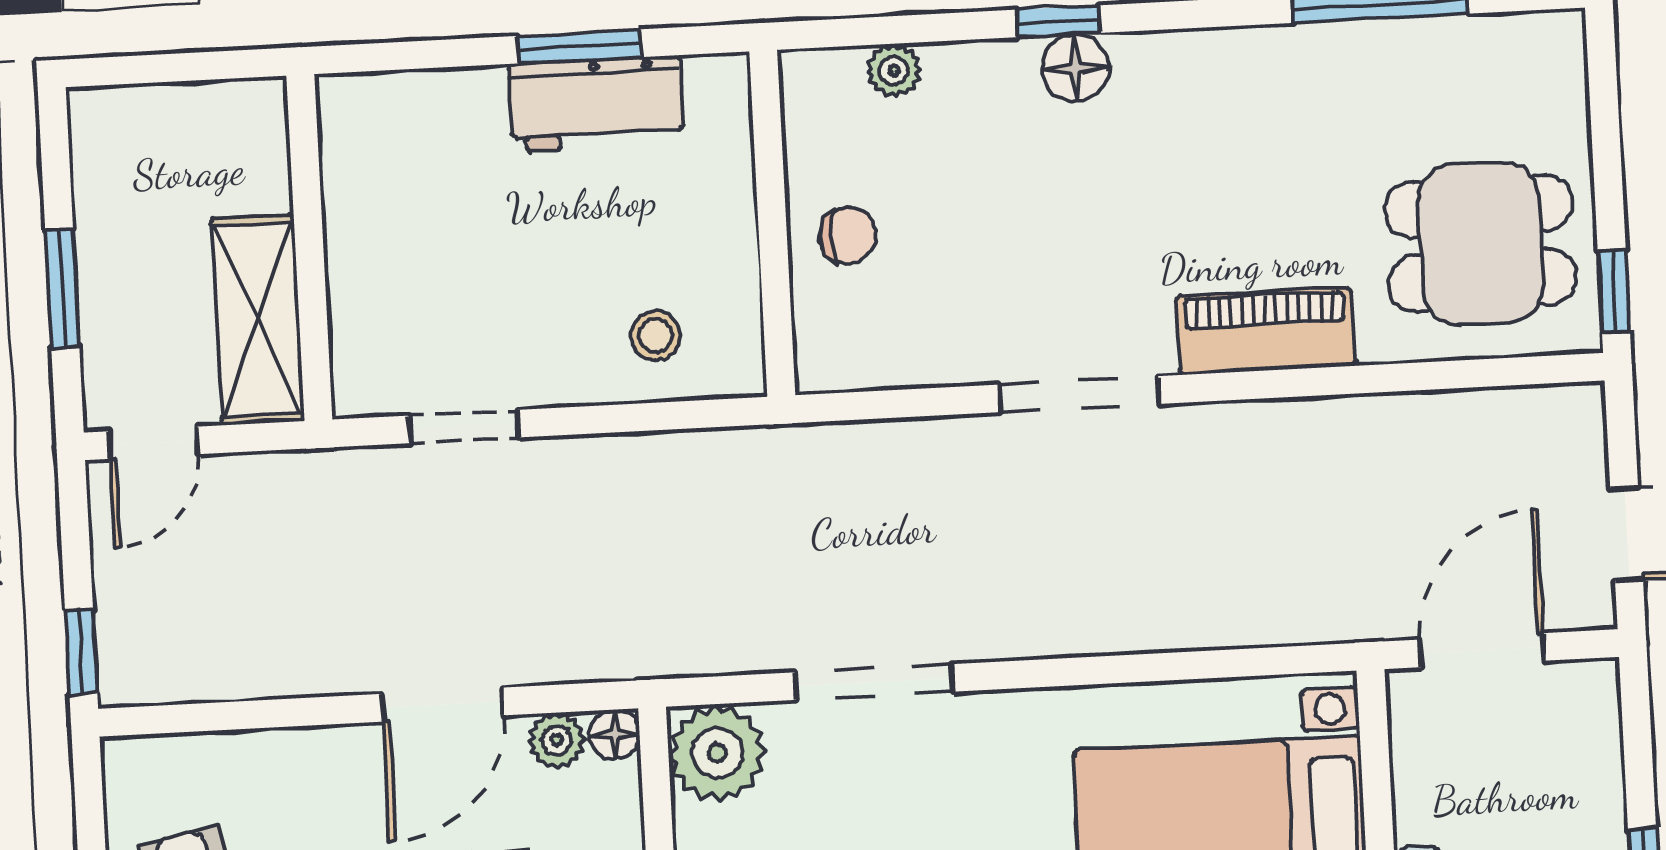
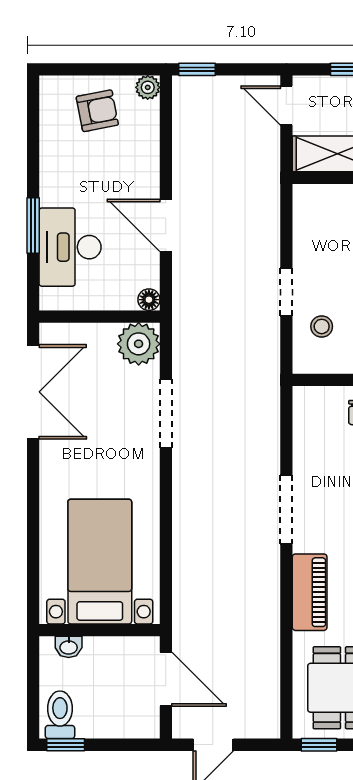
doorway: (464, 426) -> (286, 292), moved
plant: (557, 740) -> (148, 87), moved

